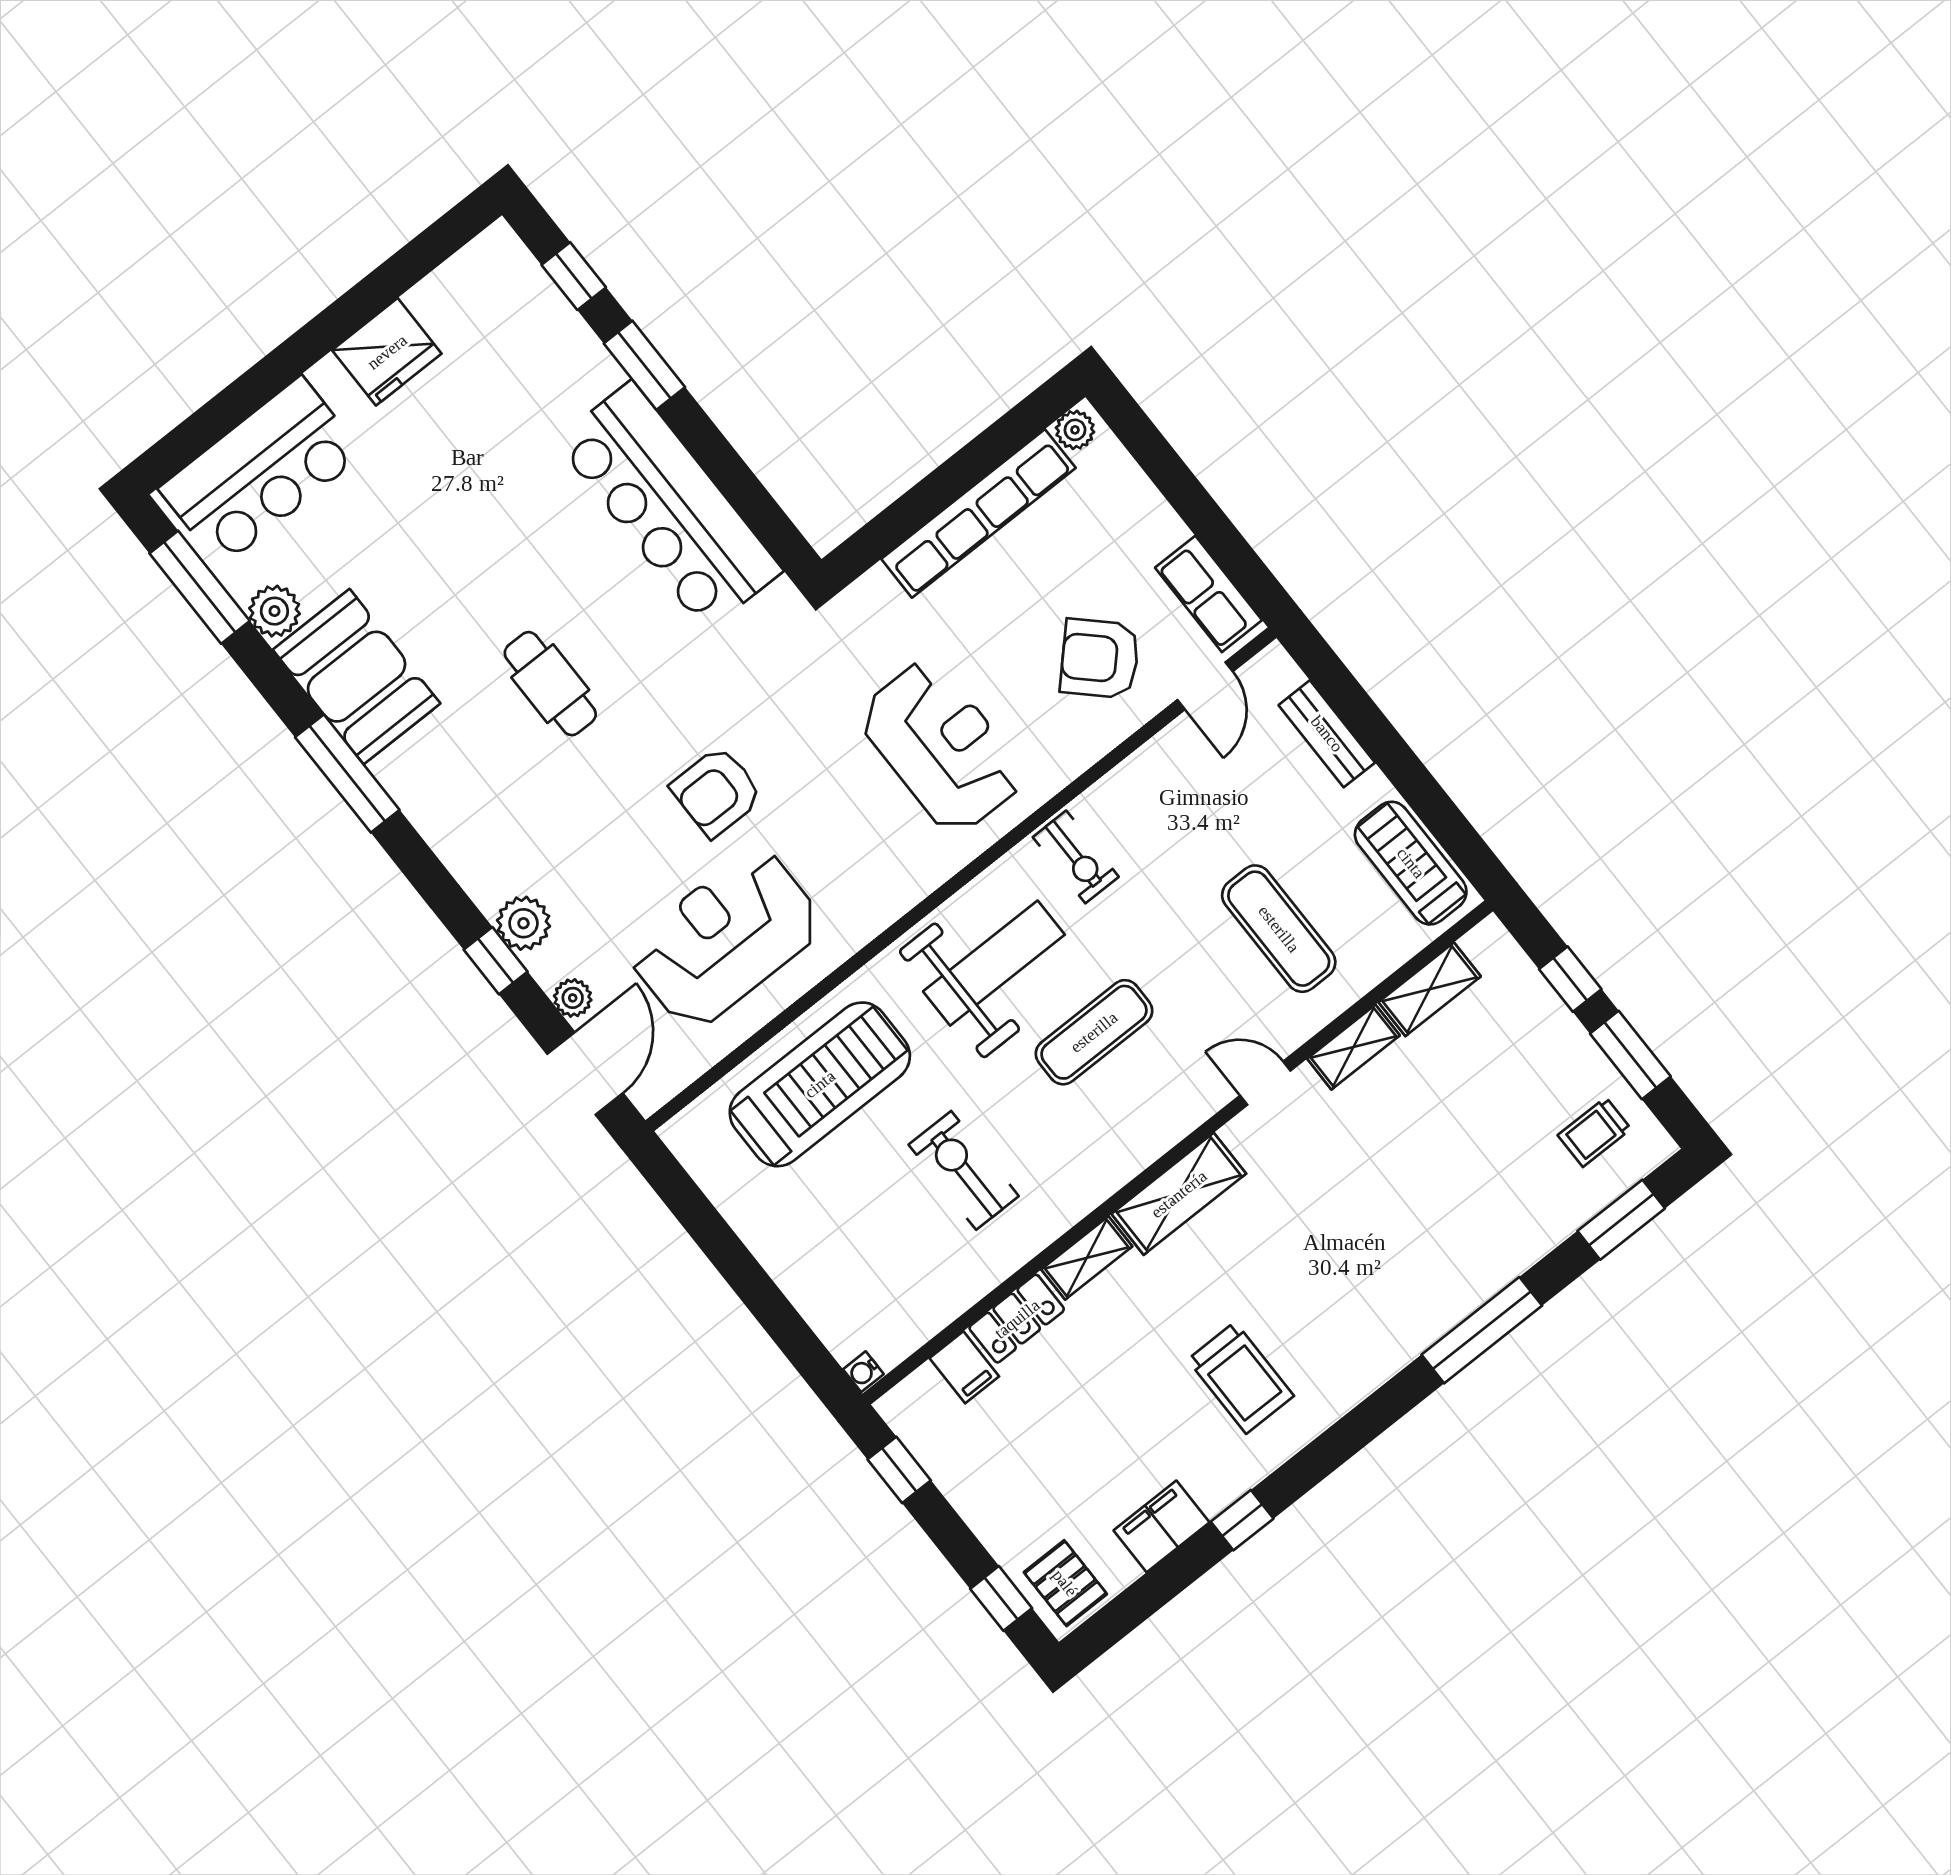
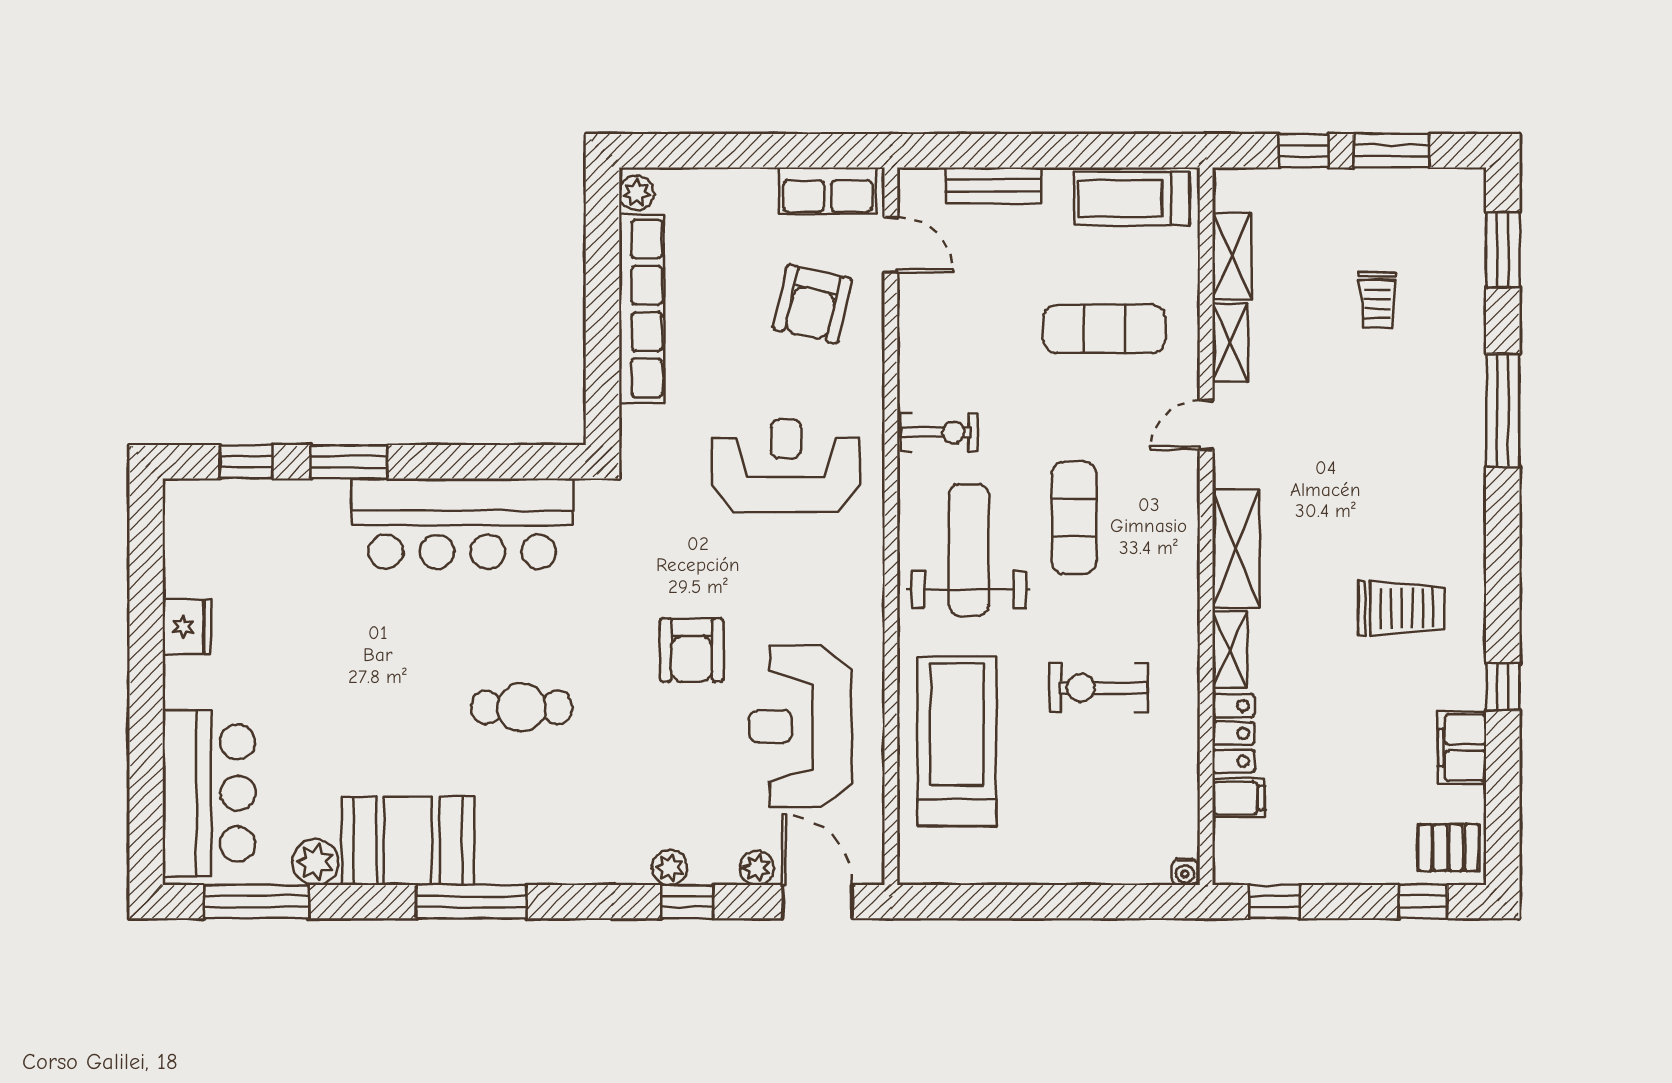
fridge: (387, 352) -> (187, 627), width x0.73, depth x0.75
armchair: (1100, 659) -> (812, 304), turned -31
plant: (523, 923) -> (670, 867), width x0.73, depth x0.73
trolley: (1594, 1132) -> (1377, 300), moved

